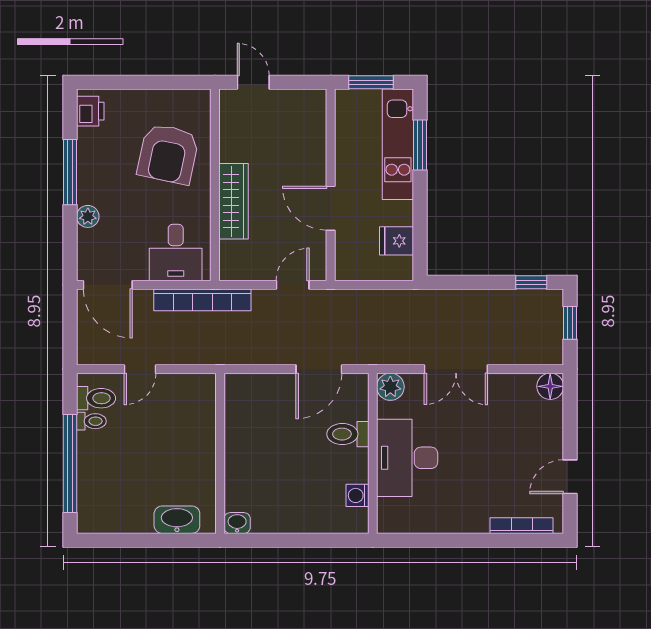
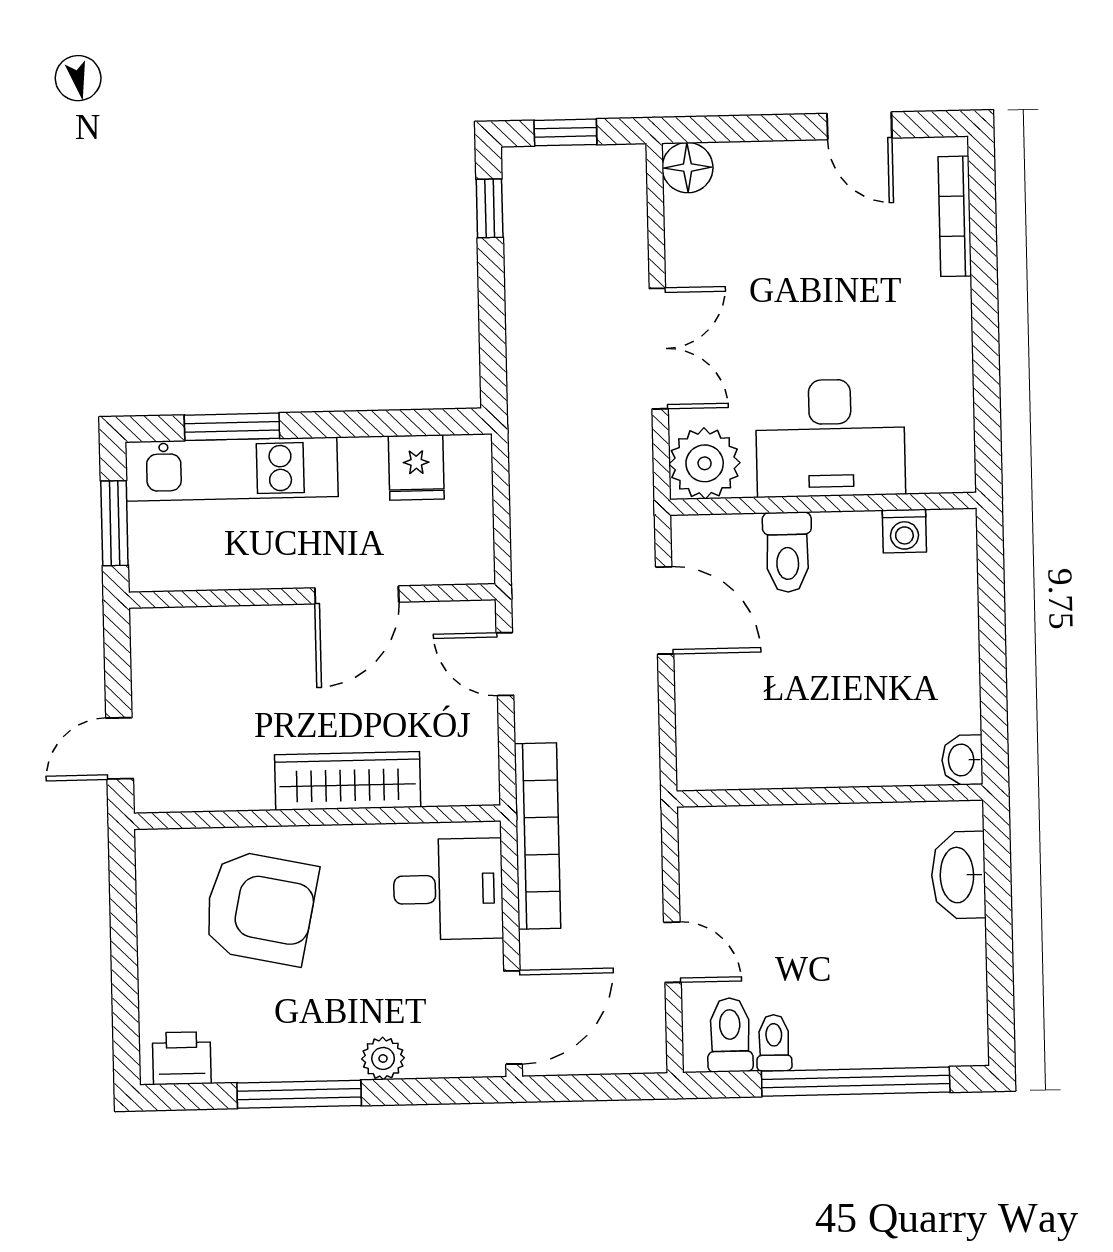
plant: (390, 387) -> (705, 463), width x1.36, depth x1.36

